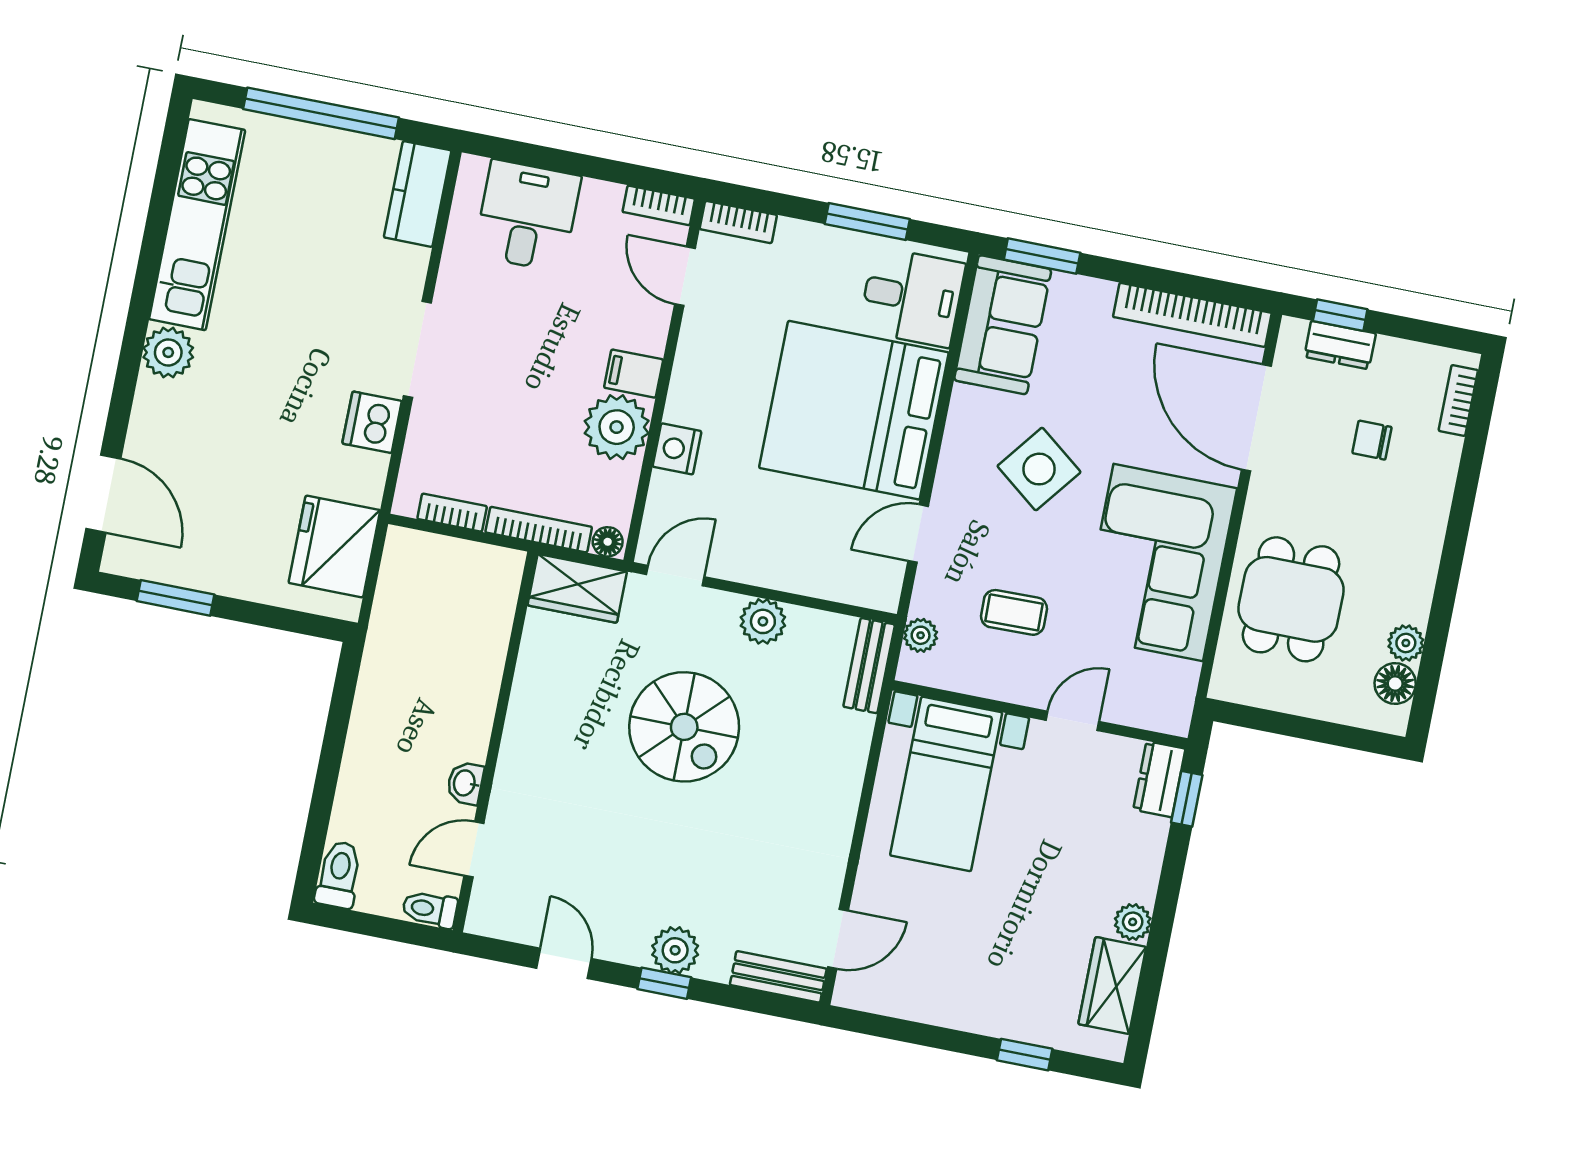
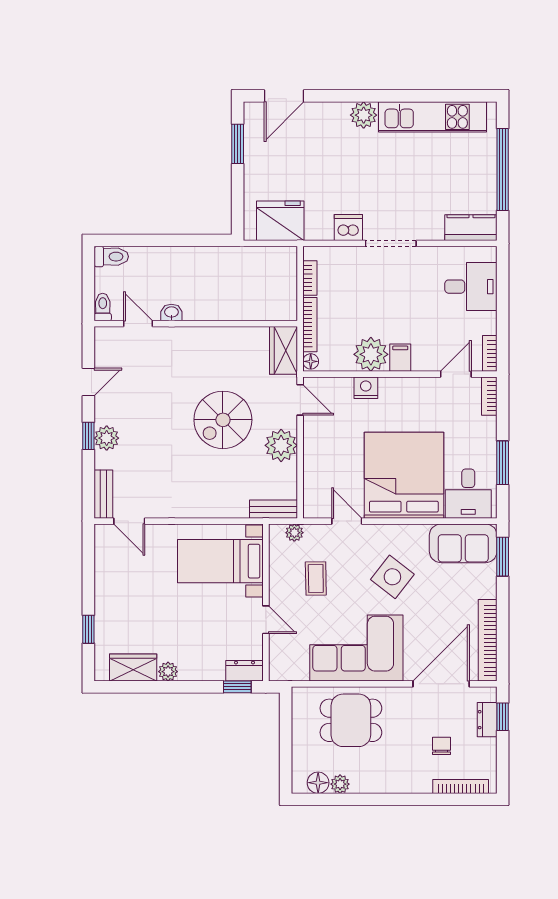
bookcase: (1458, 400) -> (461, 786), width x1.56
plant: (763, 621) -> (281, 445), width x1.36, depth x1.36

